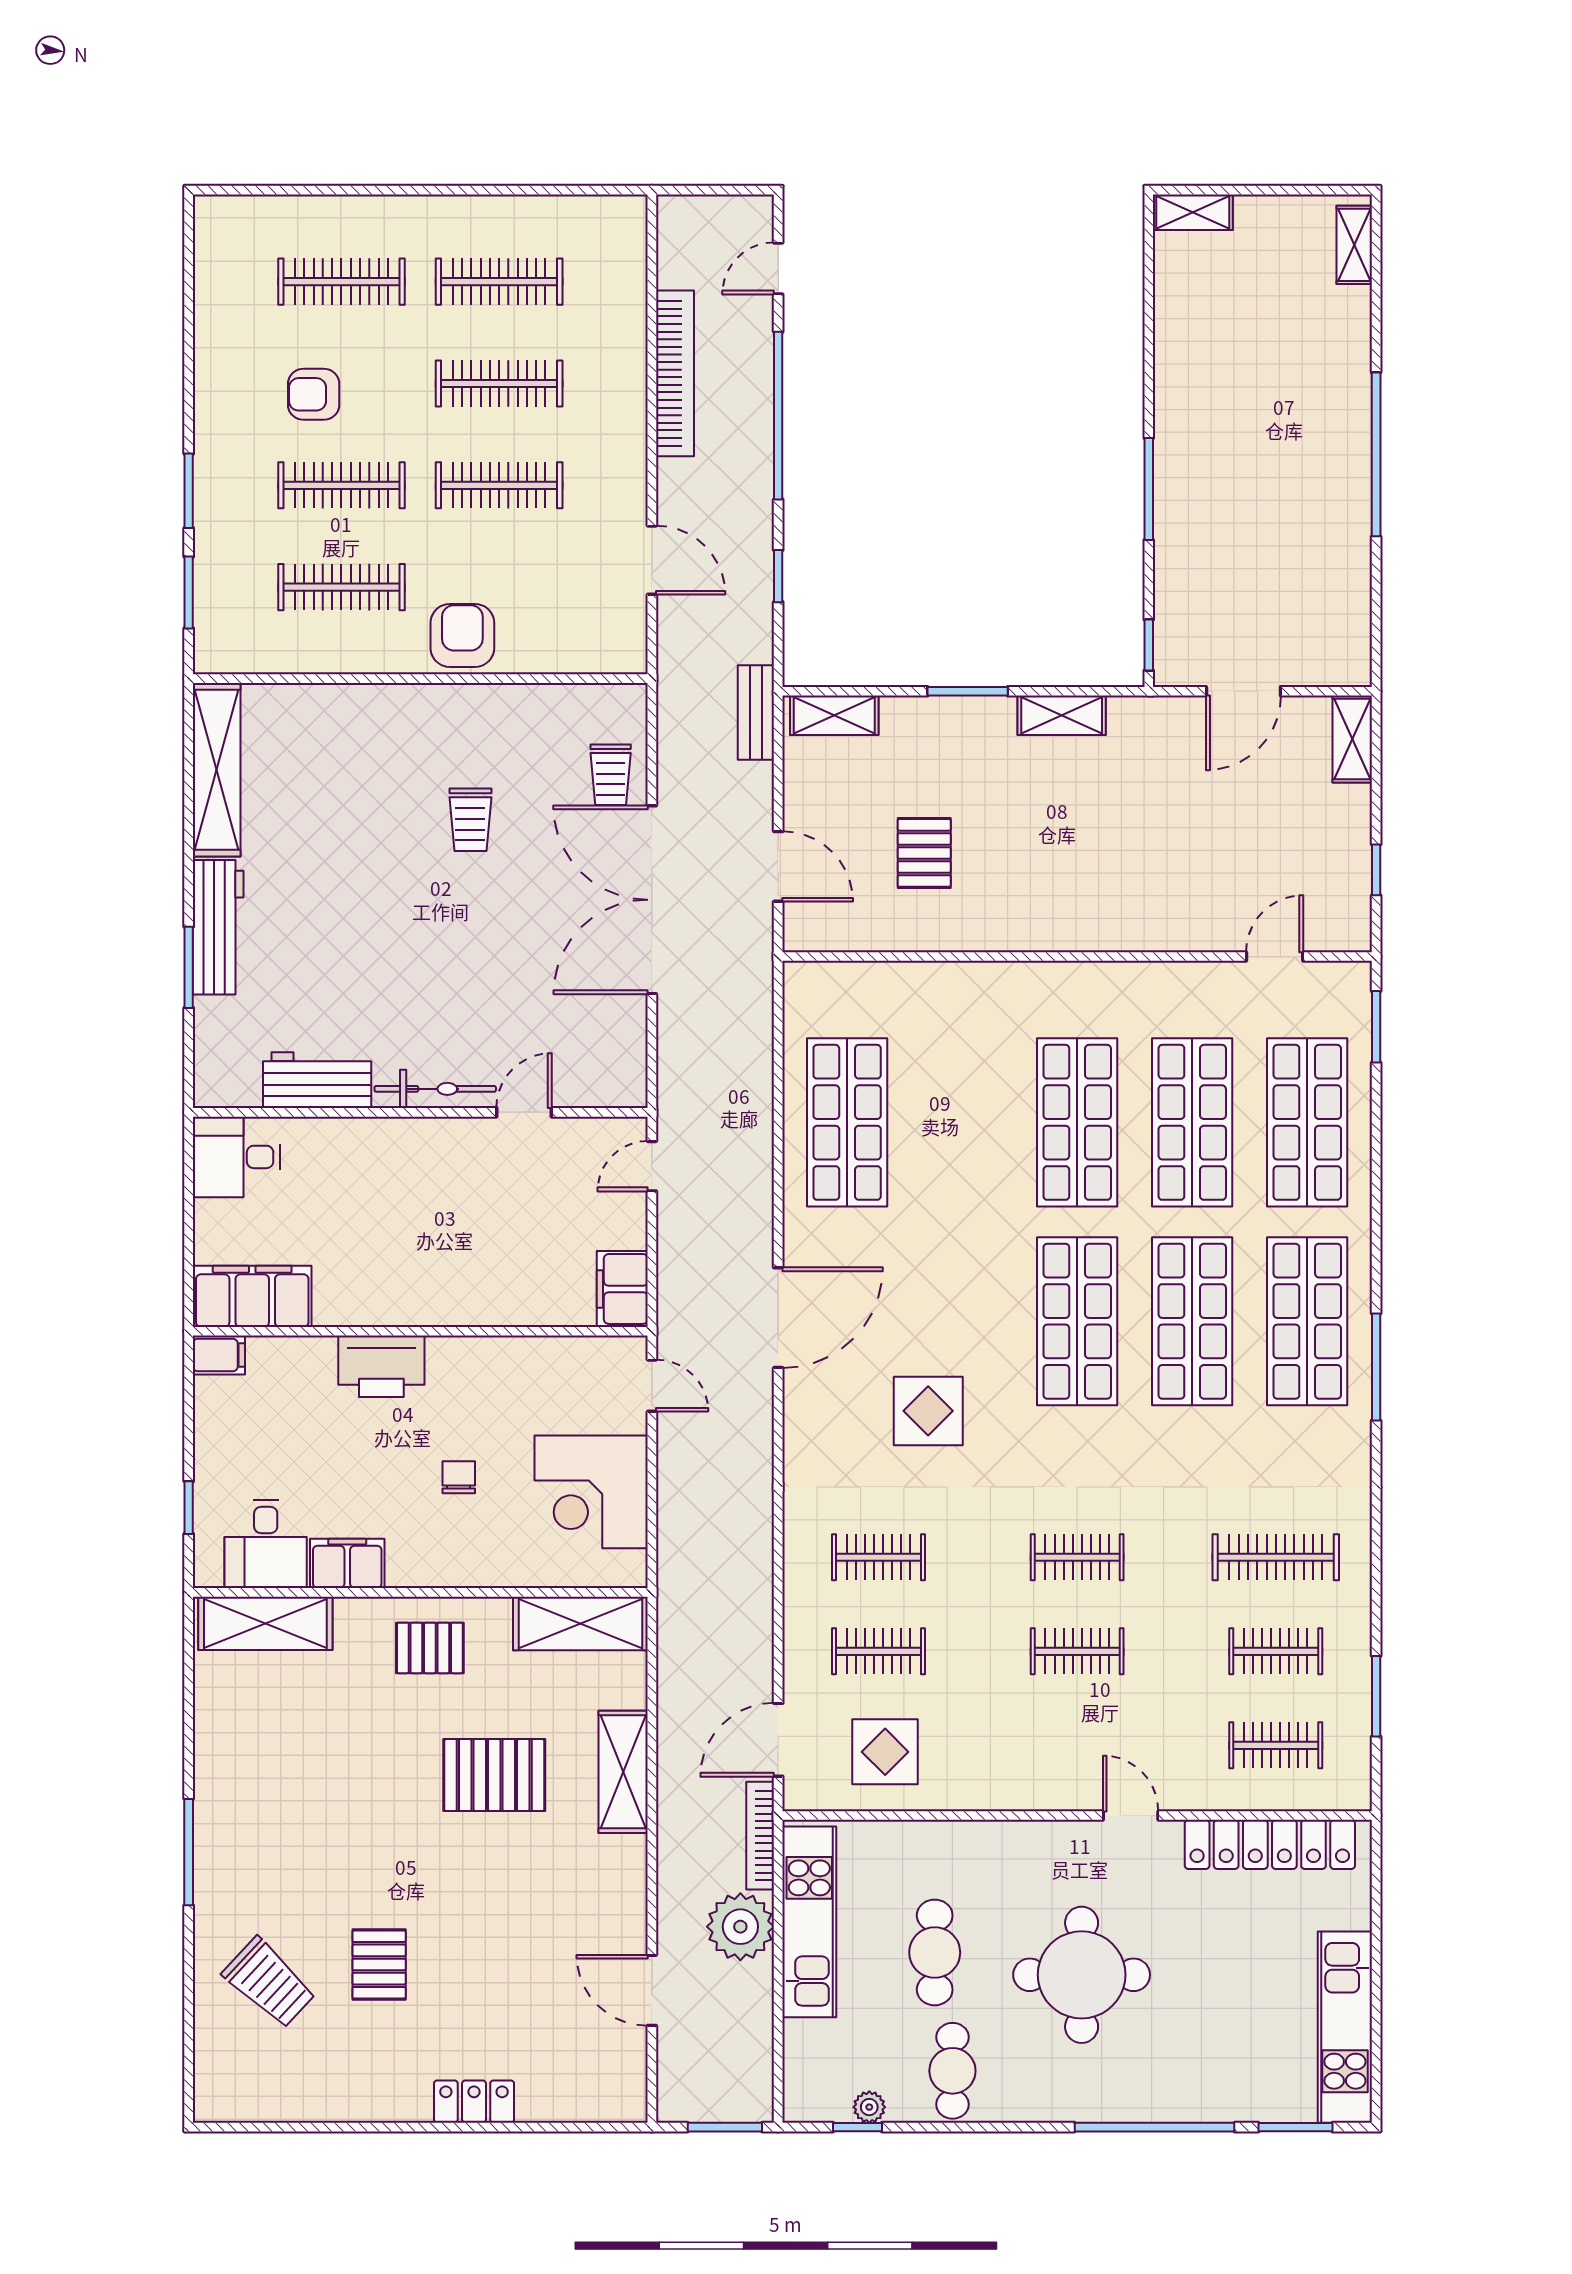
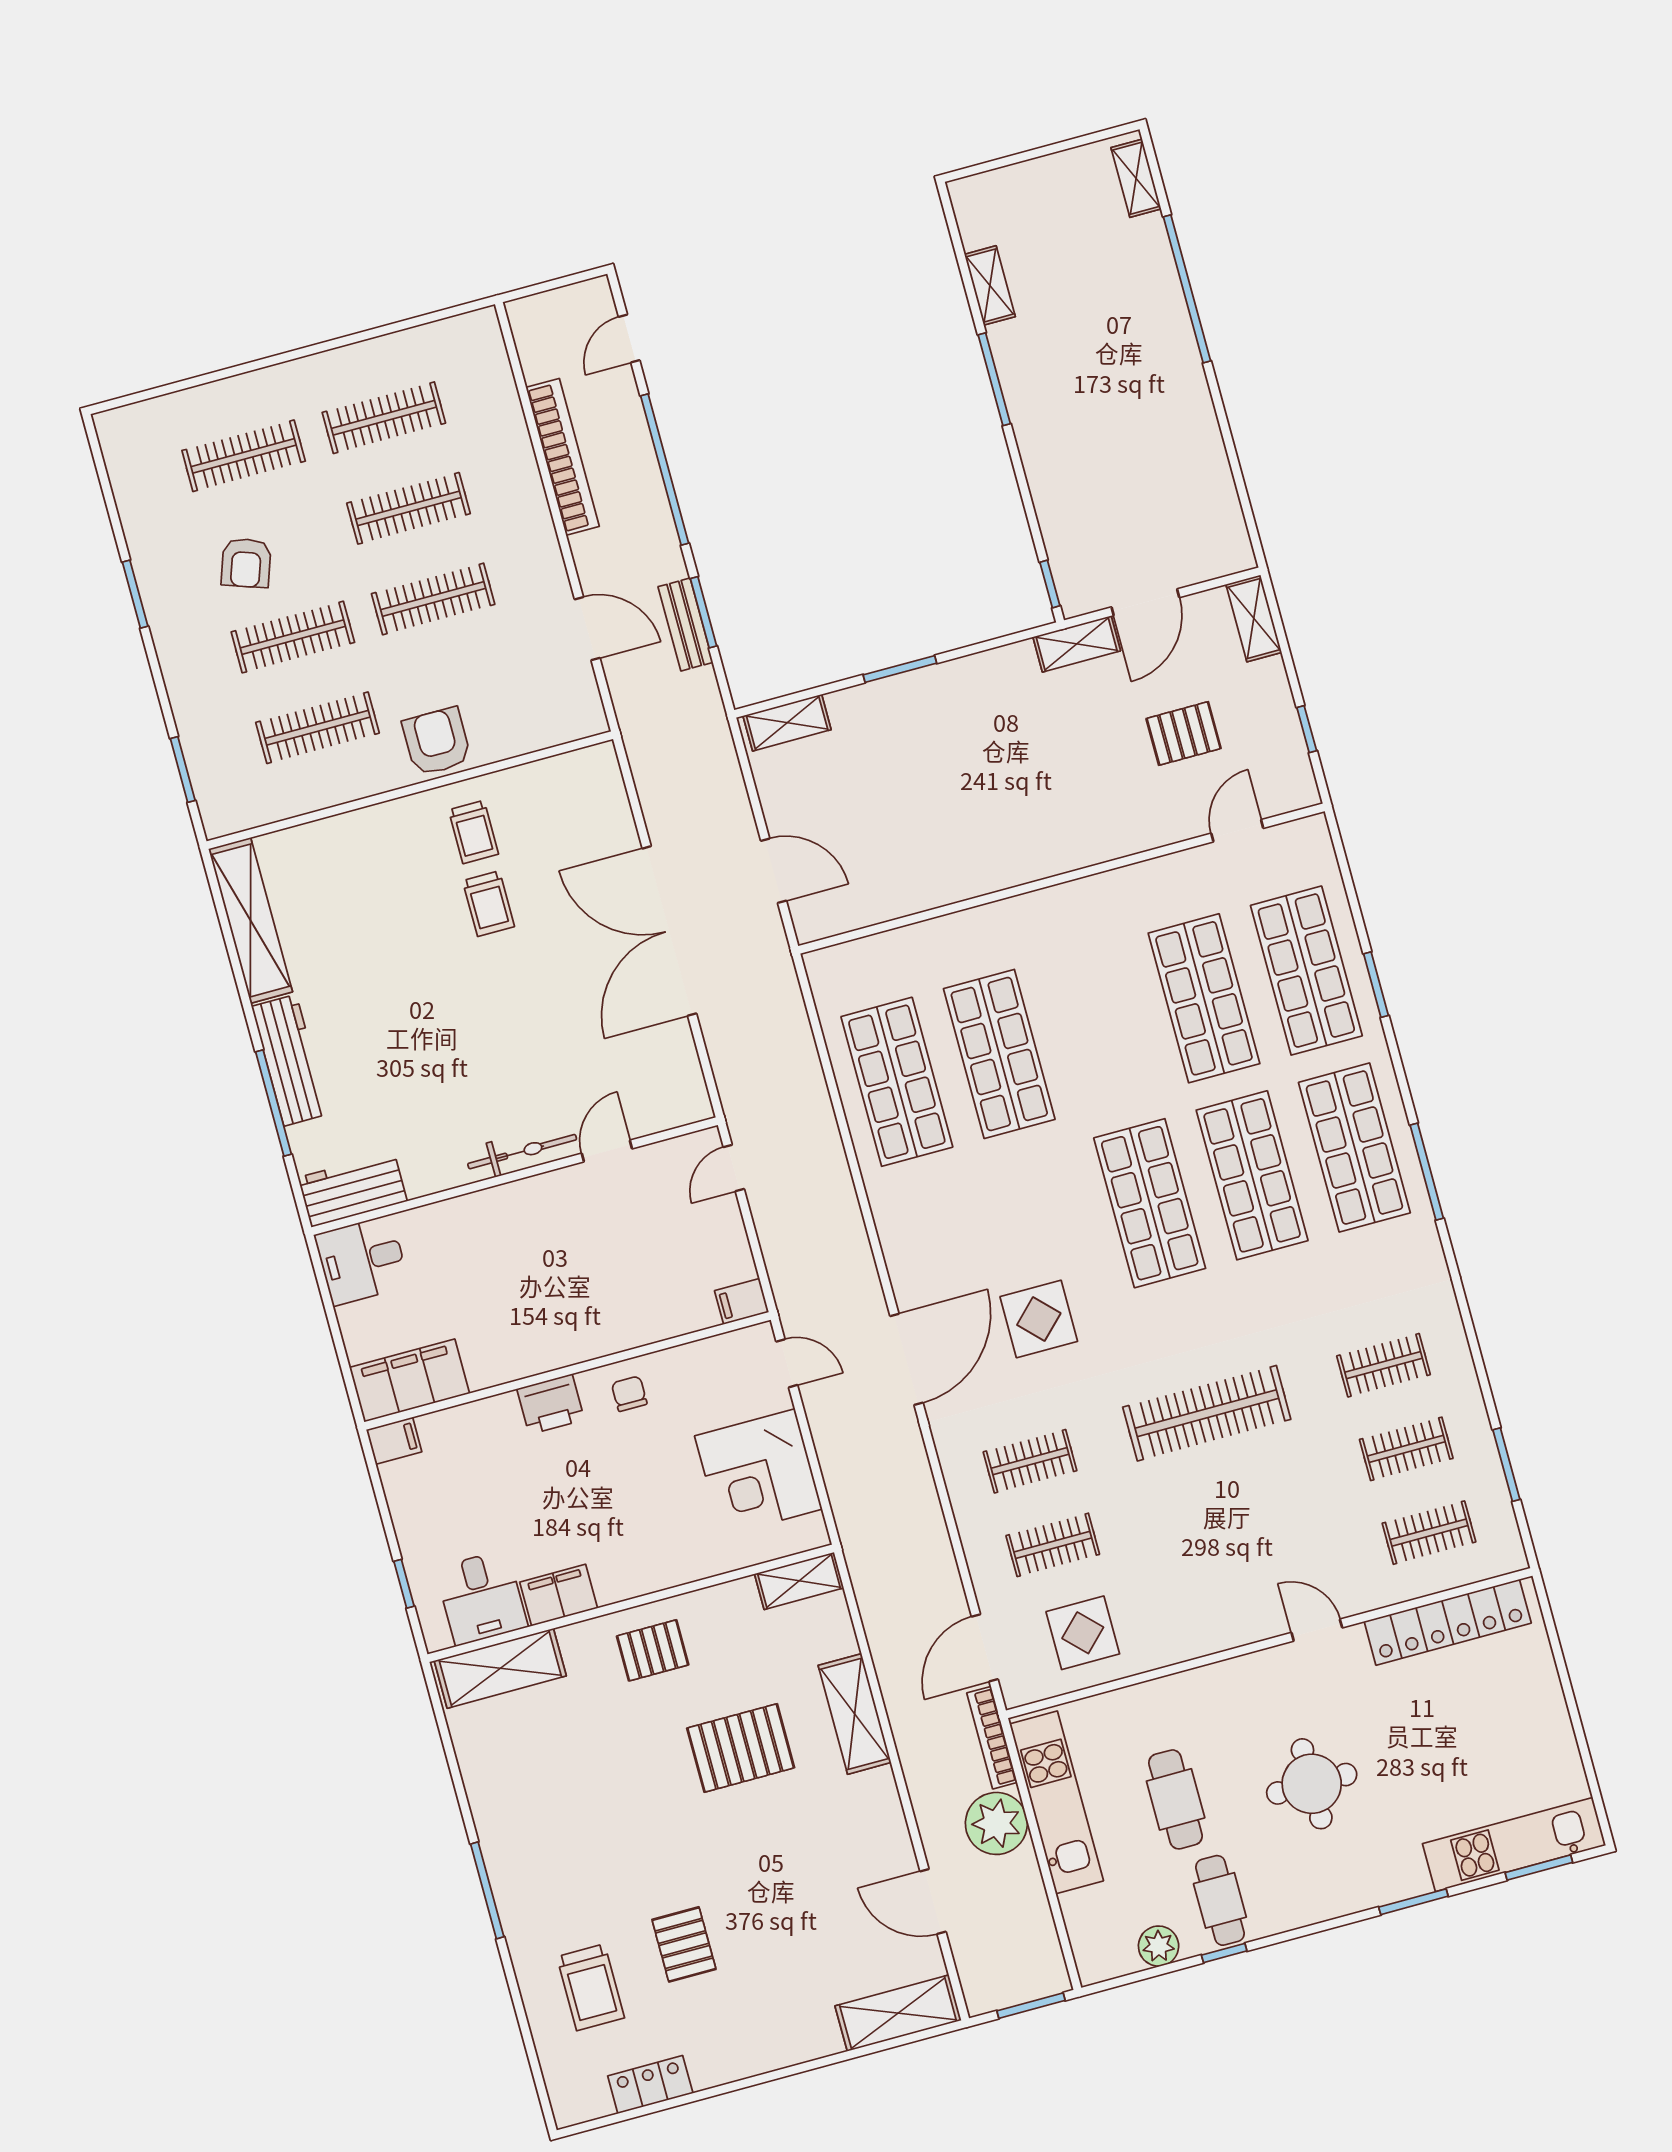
shelving: (1193, 212) -> (990, 285), moved, turned 90
armchair: (314, 394) -> (246, 563), turned -71
window: (1376, 454) -> (1187, 289), moved
window: (1149, 489) -> (994, 379), moved
window: (189, 491) -> (135, 594), moved
window: (778, 576) -> (703, 612), width x1.50
bench: (756, 712) -> (685, 625), moved
shelving: (1062, 715) -> (1077, 644), moved
trolley: (611, 775) -> (474, 832), moved
pallet: (924, 853) -> (1184, 733), moved, turned 90
window: (189, 967) -> (273, 1103), width x1.44
window: (1376, 1027) -> (1376, 985), moved
workbench: (317, 1080) -> (353, 1189), moved
shop shelf: (1077, 1122) -> (999, 1054), moved
filing cabinet: (622, 1289) -> (742, 1301), width x0.50
door: (778, 1318) -> (906, 1359), moved
printer: (381, 1366) -> (551, 1404), width x0.73, depth x0.84
chair: (459, 1477) -> (629, 1394), moved
clothes rail: (1077, 1557) -> (1207, 1413), width x1.86, depth x1.31
clothes rail: (1276, 1557) -> (1384, 1365), width x0.73
shelving: (580, 1623) -> (799, 1581), width x0.67, depth x0.75
clothes rail: (1077, 1651) -> (1230, 1497), removed
round table: (1082, 1975) -> (1312, 1784), width x0.73, depth x0.73
trolley: (269, 1983) -> (591, 1987), turned 47
kitchen unit: (1345, 2027) -> (1514, 1844), moved, turned 90
shelving: (584, 2097) -> (898, 2013), added
locker: (474, 2102) -> (650, 2085), moved
plant: (869, 2107) -> (1159, 1946), width x1.38, depth x1.38
window: (858, 2127) -> (1224, 1953), moved
window: (1155, 2127) -> (1413, 1902), width x0.47

